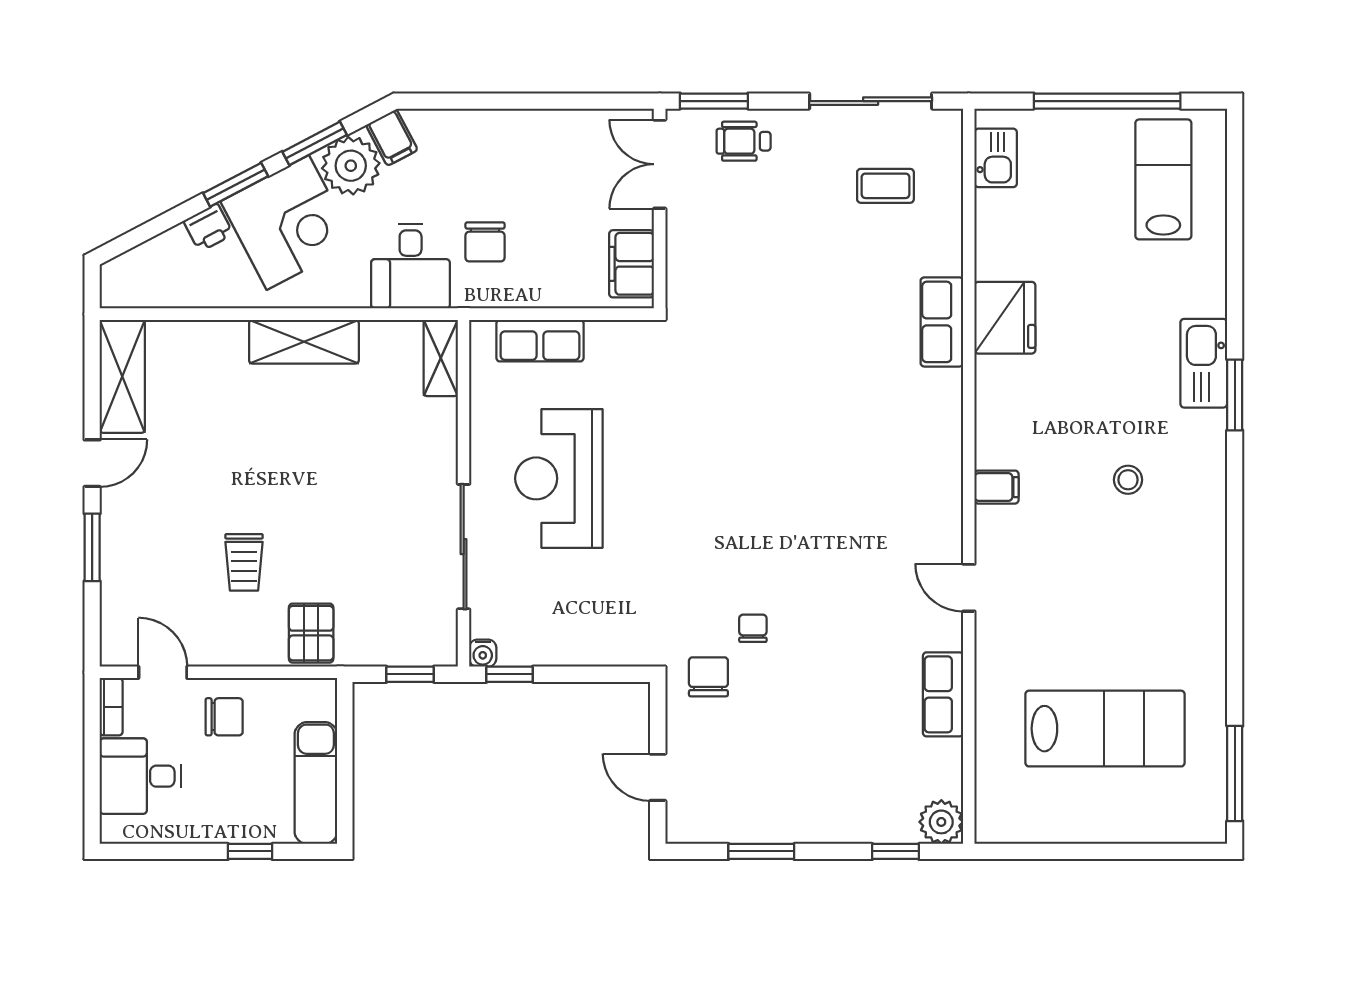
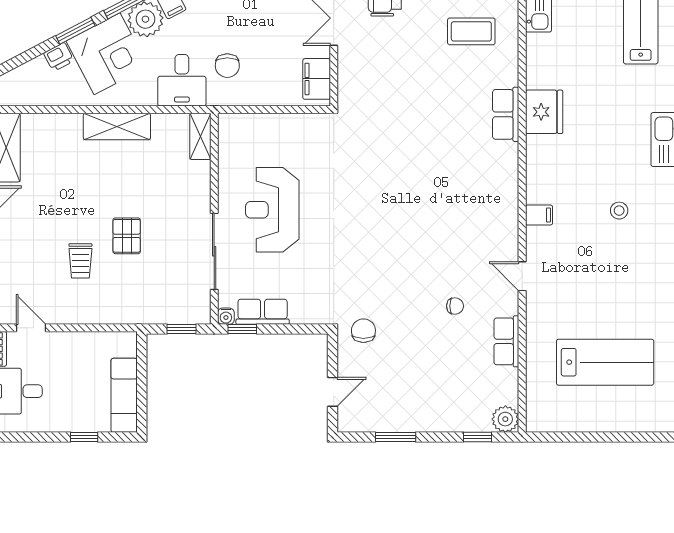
coffee table: (885, 186) -> (471, 31), width x1.36, depth x1.30
row of seats: (540, 341) -> (263, 312), moved, turned 180
chair: (753, 628) -> (455, 306), moved, turned 90
pallet: (311, 633) -> (127, 236), moved
chair: (224, 717) -> (68, 355), removed
door: (658, 777) -> (333, 392), swing flipped

